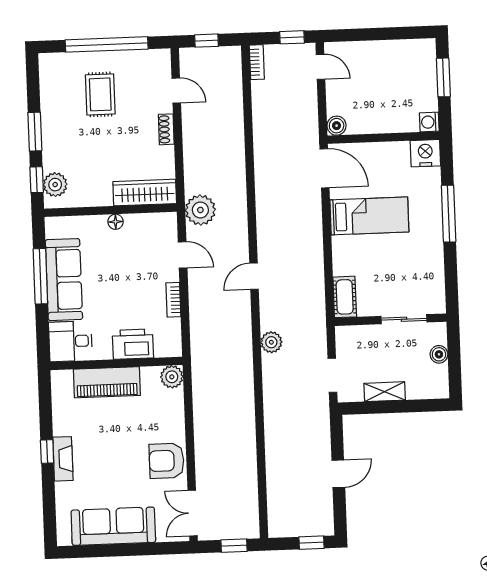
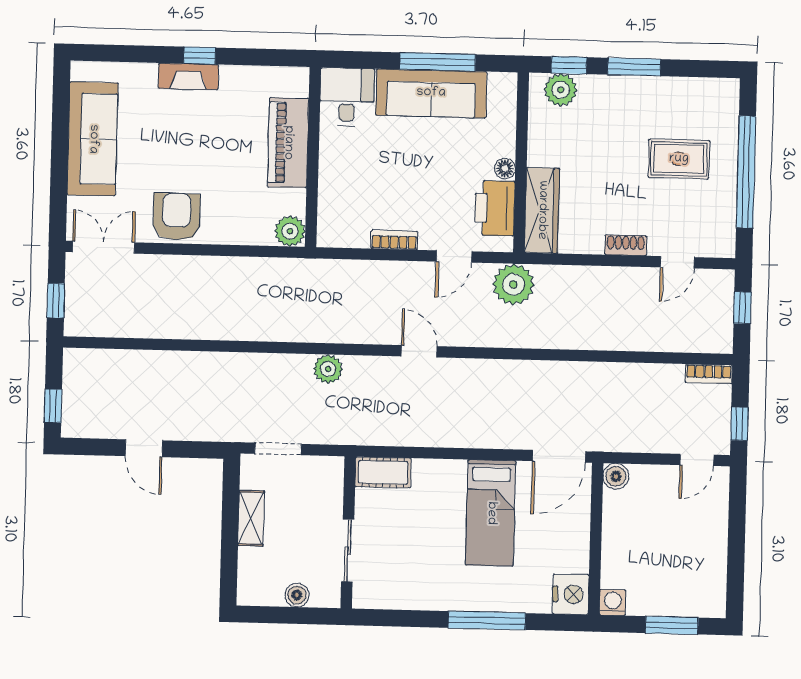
printer: (133, 344) -> (495, 208), moved, turned 180

